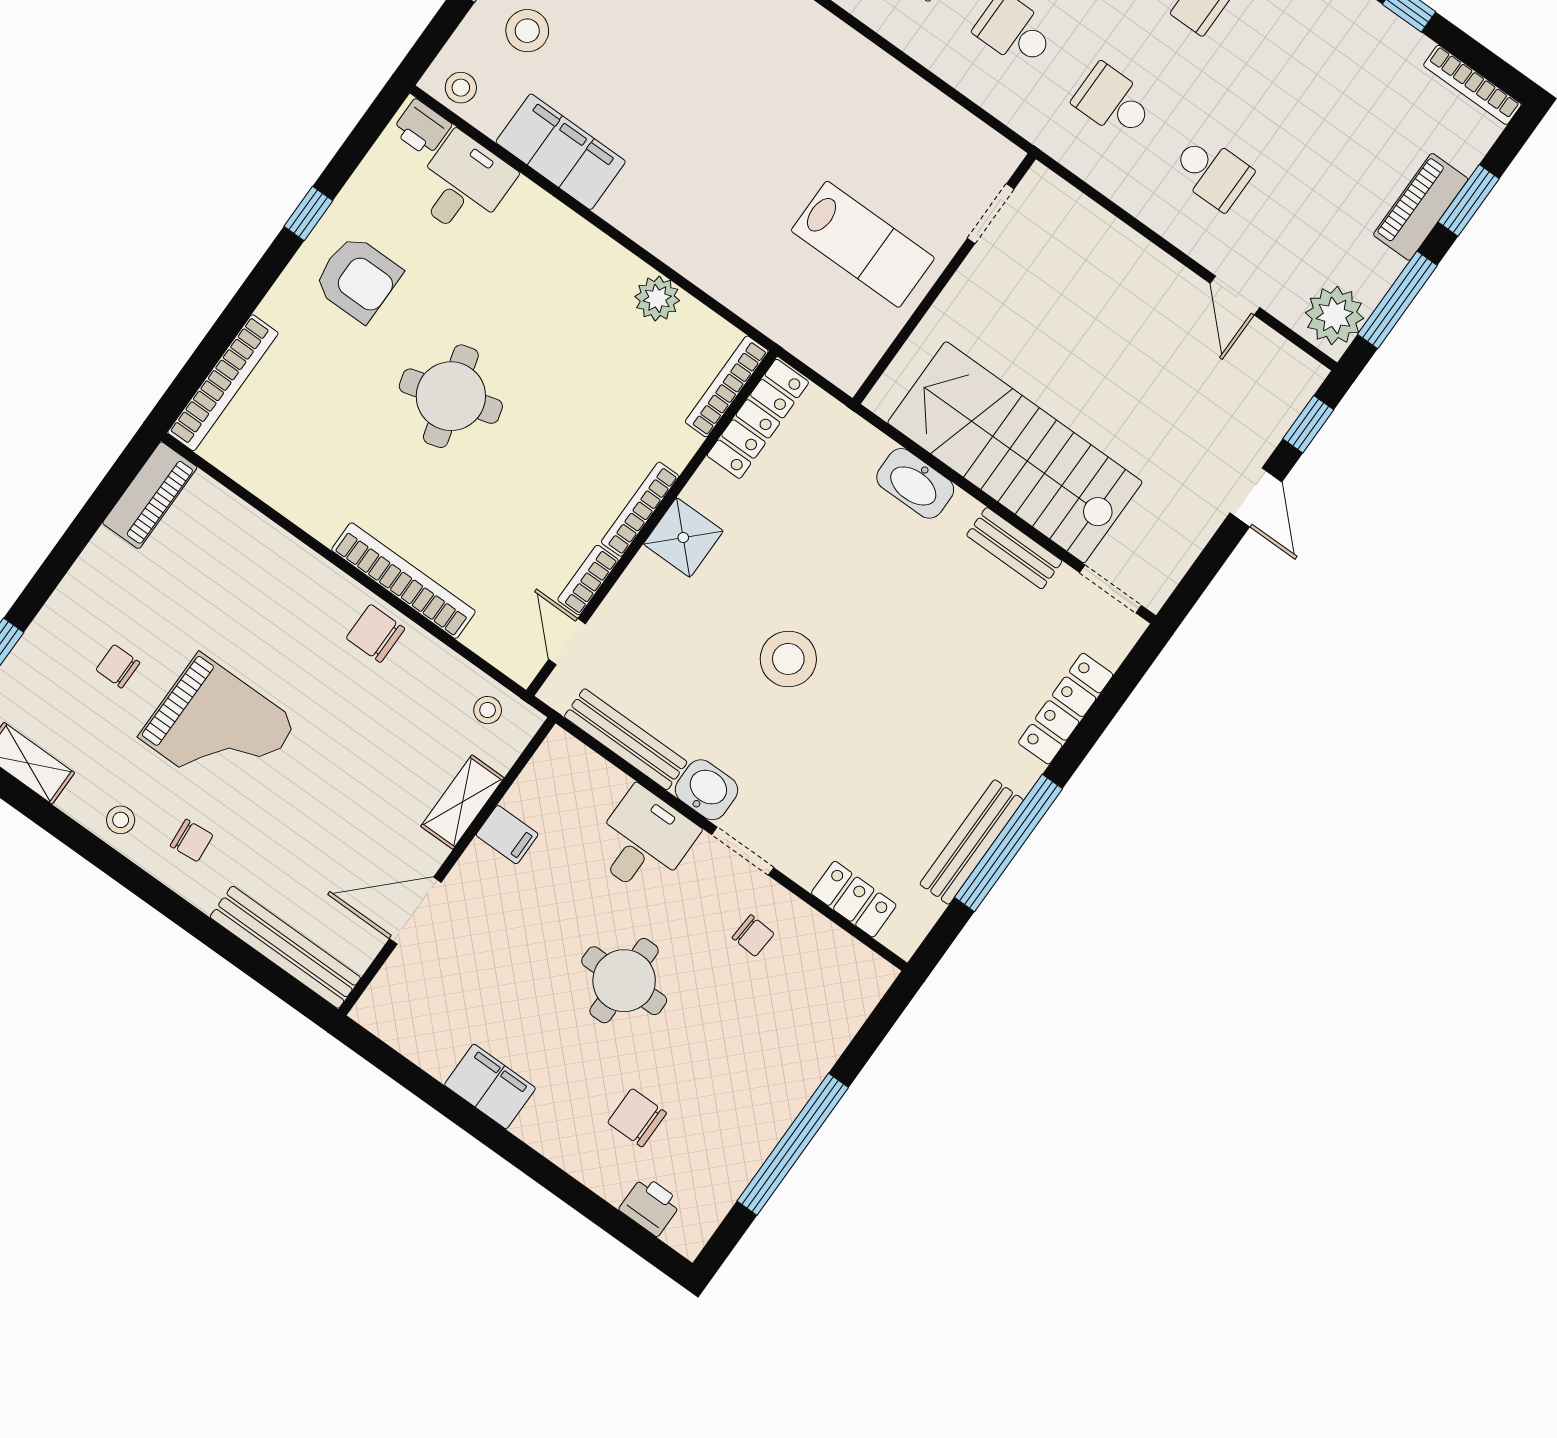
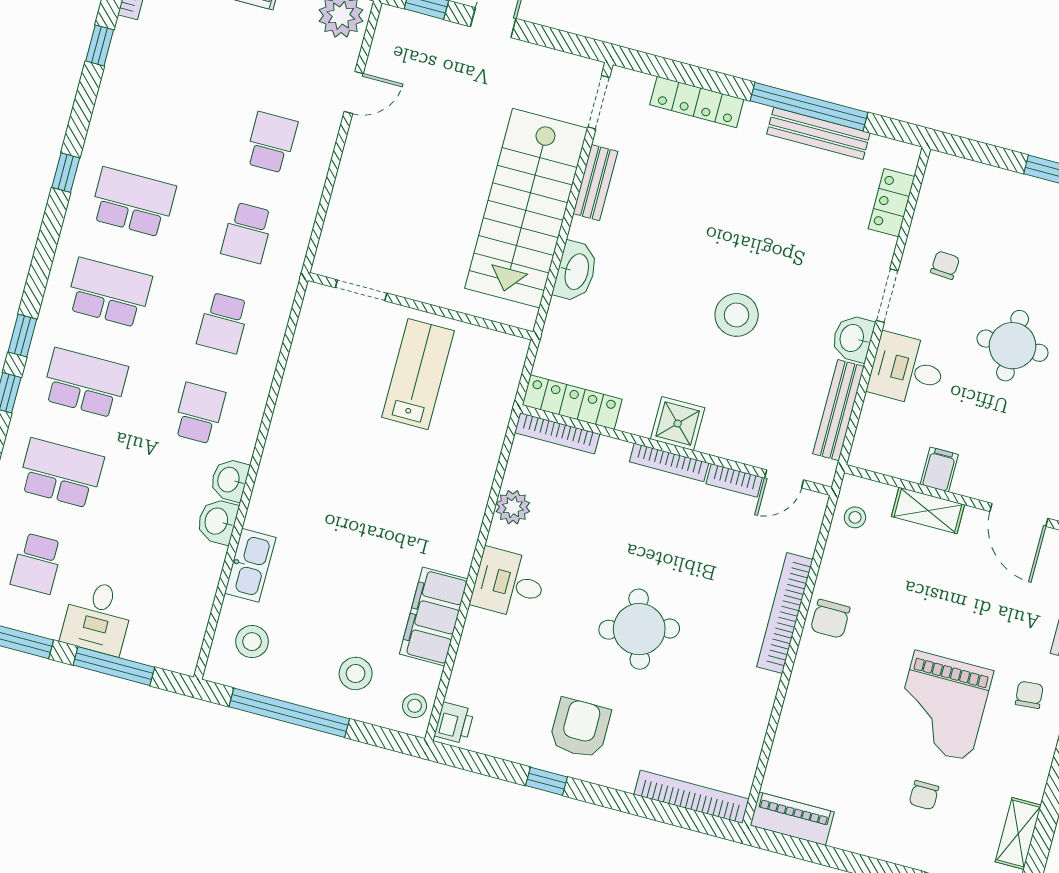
desk: (463, 185) -> (509, 583), moved
grand piano: (218, 730) -> (942, 706), turned 180
stool: (121, 820) -> (1034, 751), removed

